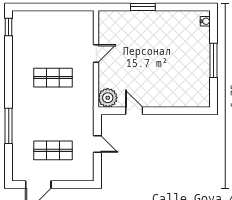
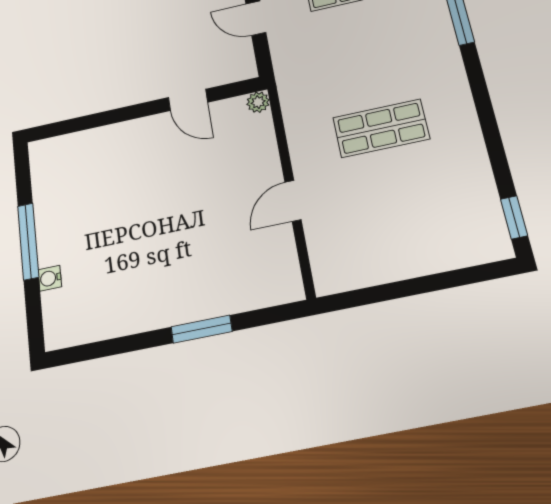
water cooler: (205, 21) -> (50, 278), moved
plant: (108, 98) -> (258, 102), width x0.53, depth x0.53

